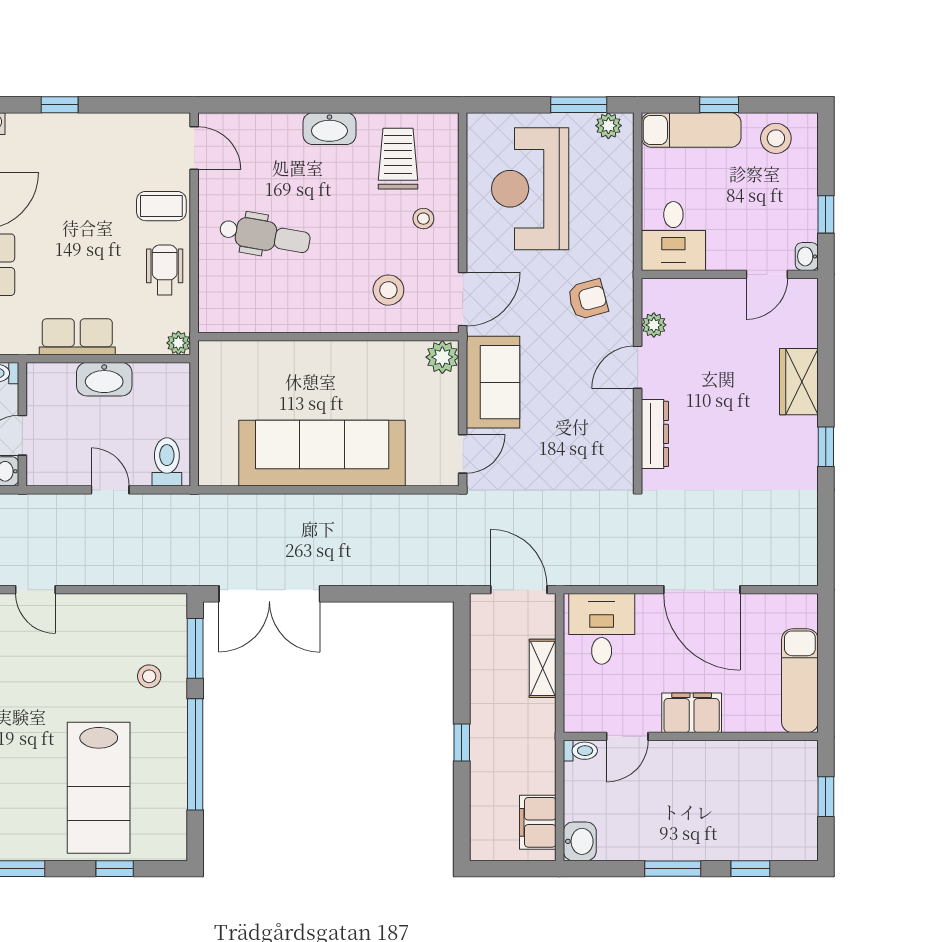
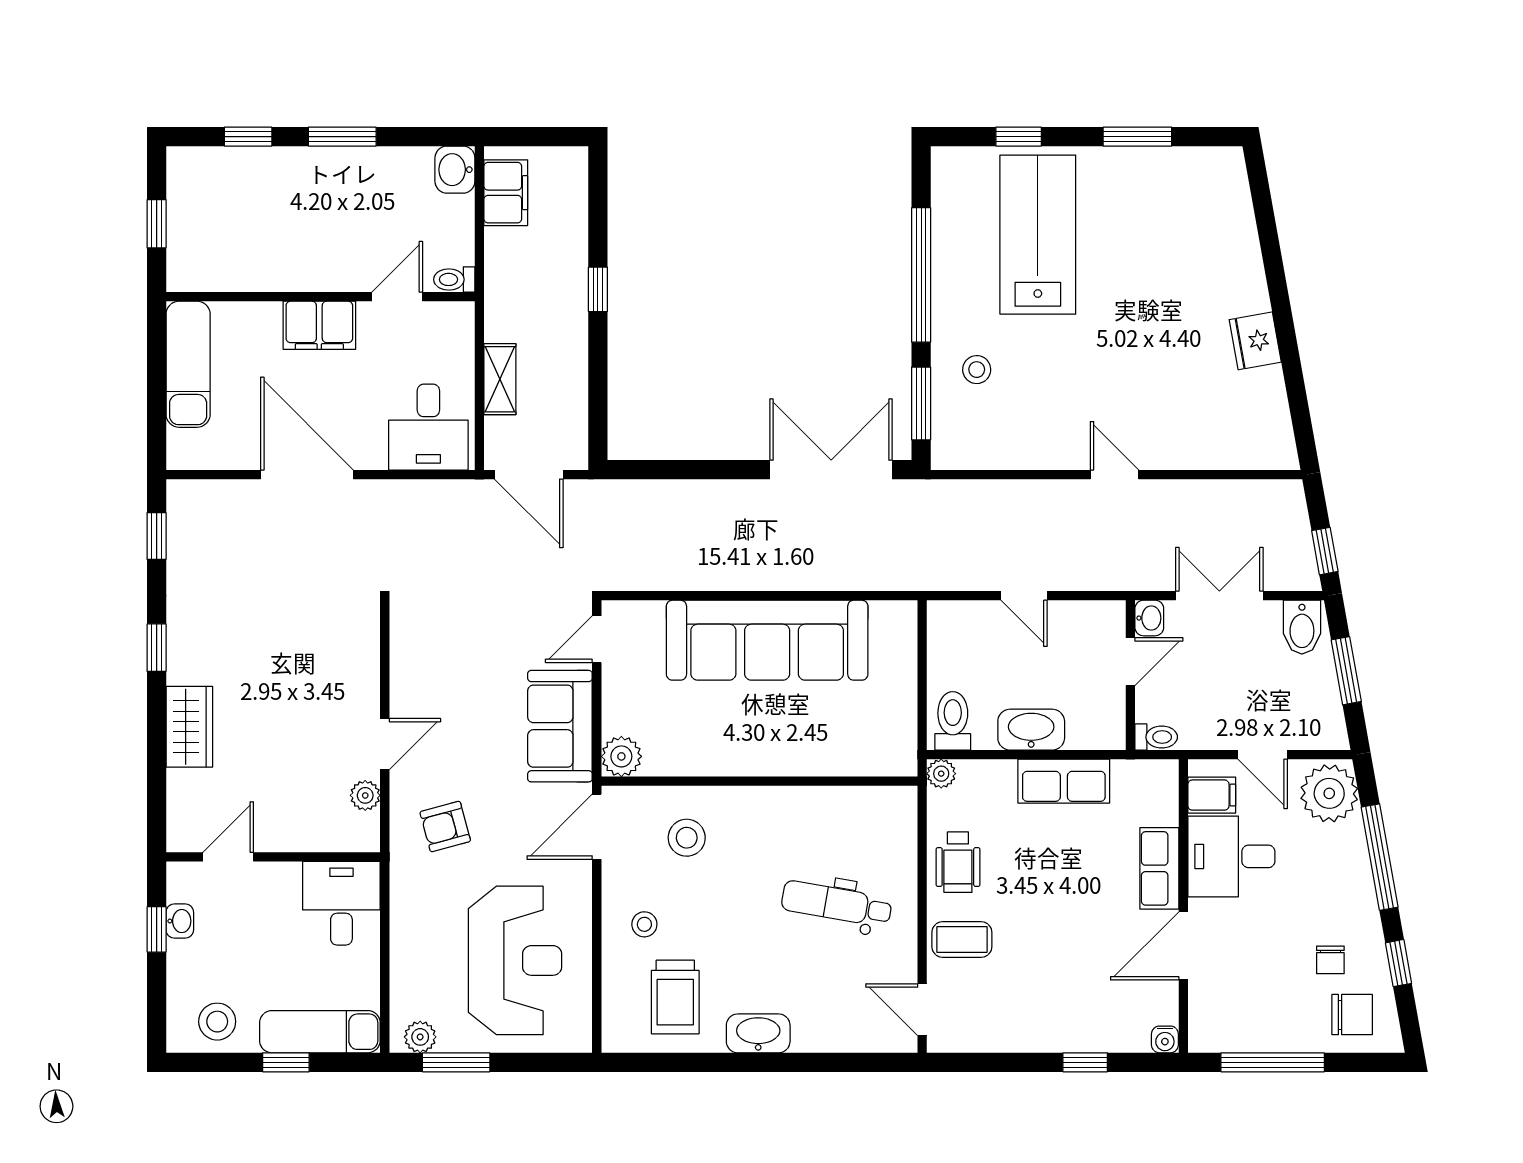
washbasin: (807, 256) -> (180, 921), moved
dresser: (655, 434) -> (364, 663), removed
toilet: (167, 462) -> (953, 721), moved, turned 180
window: (826, 539) -> (157, 536), added

